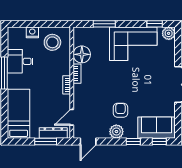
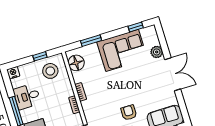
window: (46, 24) -> (40, 56), added
nightstand: (32, 32) -> (13, 73), moved
plant: (169, 33) -> (157, 52), moved
floor lamp: (82, 54) -> (76, 63), moved

